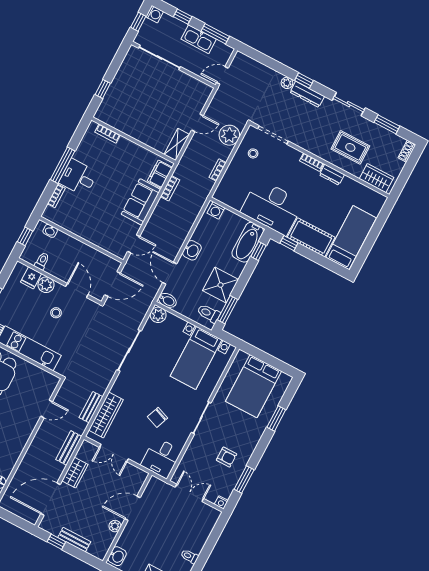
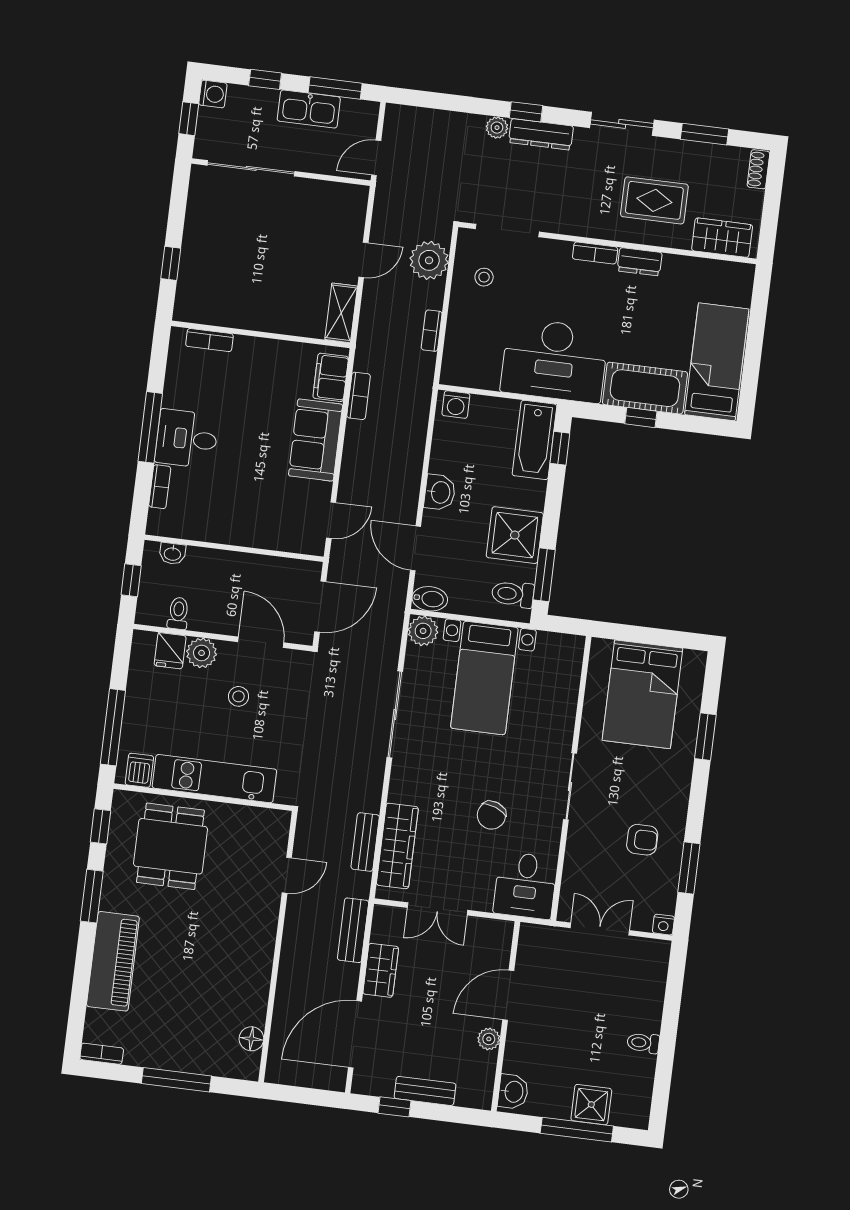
window: (289, 243) -> (641, 417), moved
bed with nightstands: (196, 358) -> (484, 678), moved

